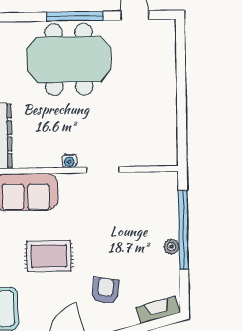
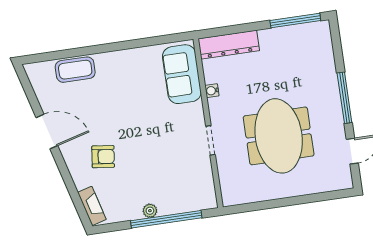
meeting table: (69, 59) -> (279, 136), moved
water cooler: (69, 161) -> (212, 91), moved
rug: (49, 256) -> (127, 102), removed

